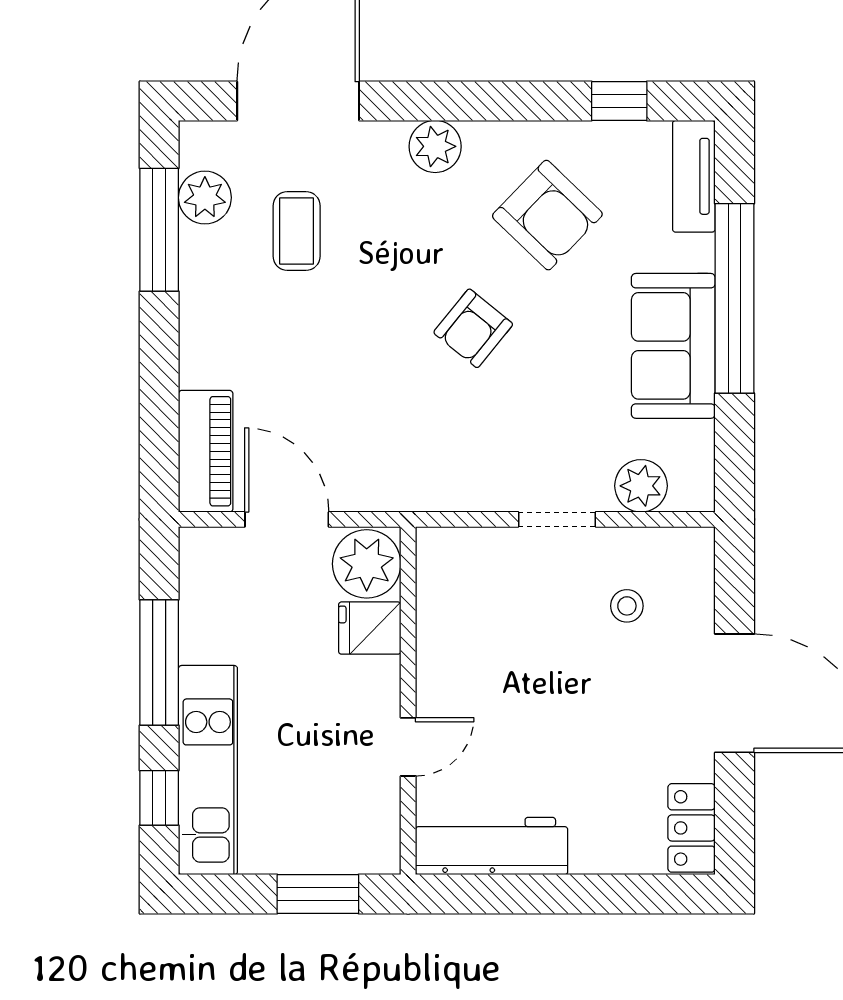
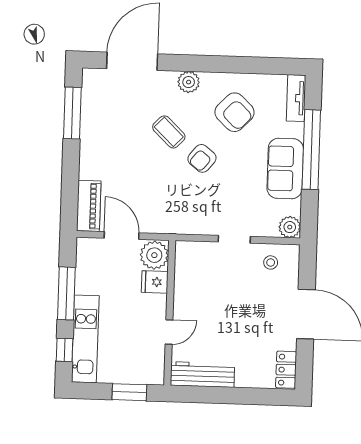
window: (619, 101) -> (266, 66), removed
plant: (205, 198) -> (92, 100), removed
coffee table: (297, 231) -> (169, 132), moved, turned -46
plant: (641, 486) -> (290, 227), moved
stool: (627, 606) -> (271, 262), moved

